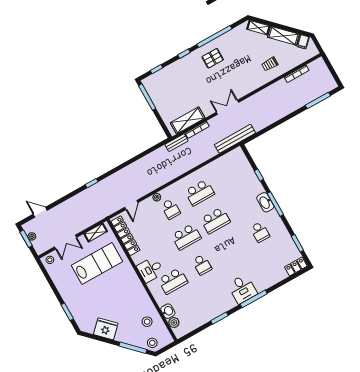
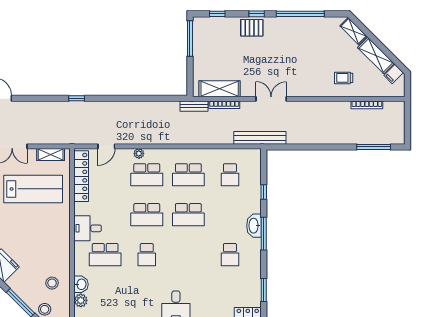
pallet: (213, 58) -> (252, 28), moved
school desk: (229, 176) -> (230, 175), added
school desk: (171, 209) -> (147, 175), width x1.85

